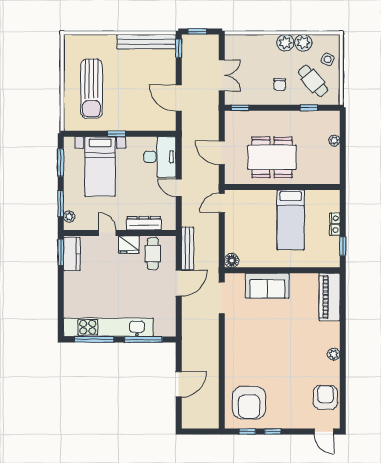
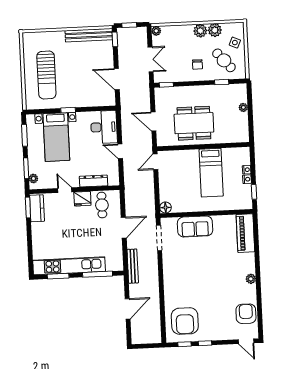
plant: (231, 40) -> (156, 31), added
bench: (187, 248) -> (133, 266), moved
window: (94, 339) -> (58, 276), width x0.69

